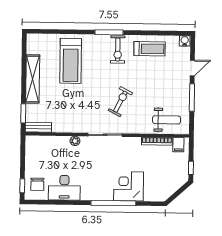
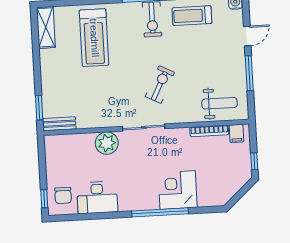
treadmill: (150, 49) -> (192, 16), turned 180
shelving: (33, 79) -> (46, 27), moved, width x0.68
plant: (75, 141) -> (107, 143), width x1.88, depth x1.88

